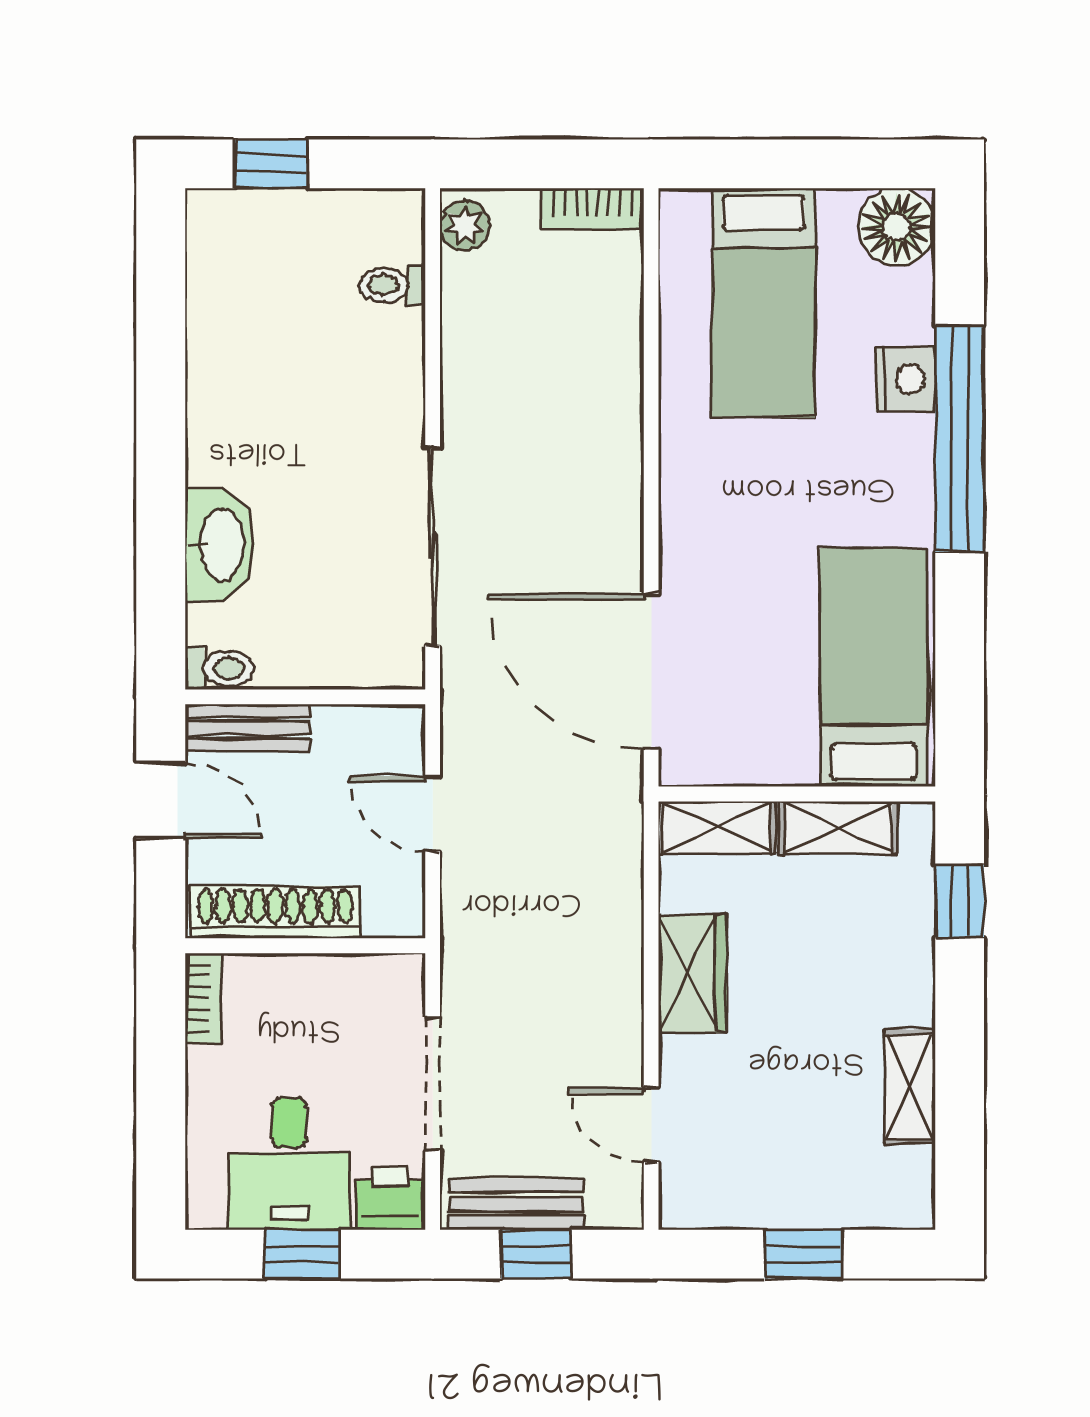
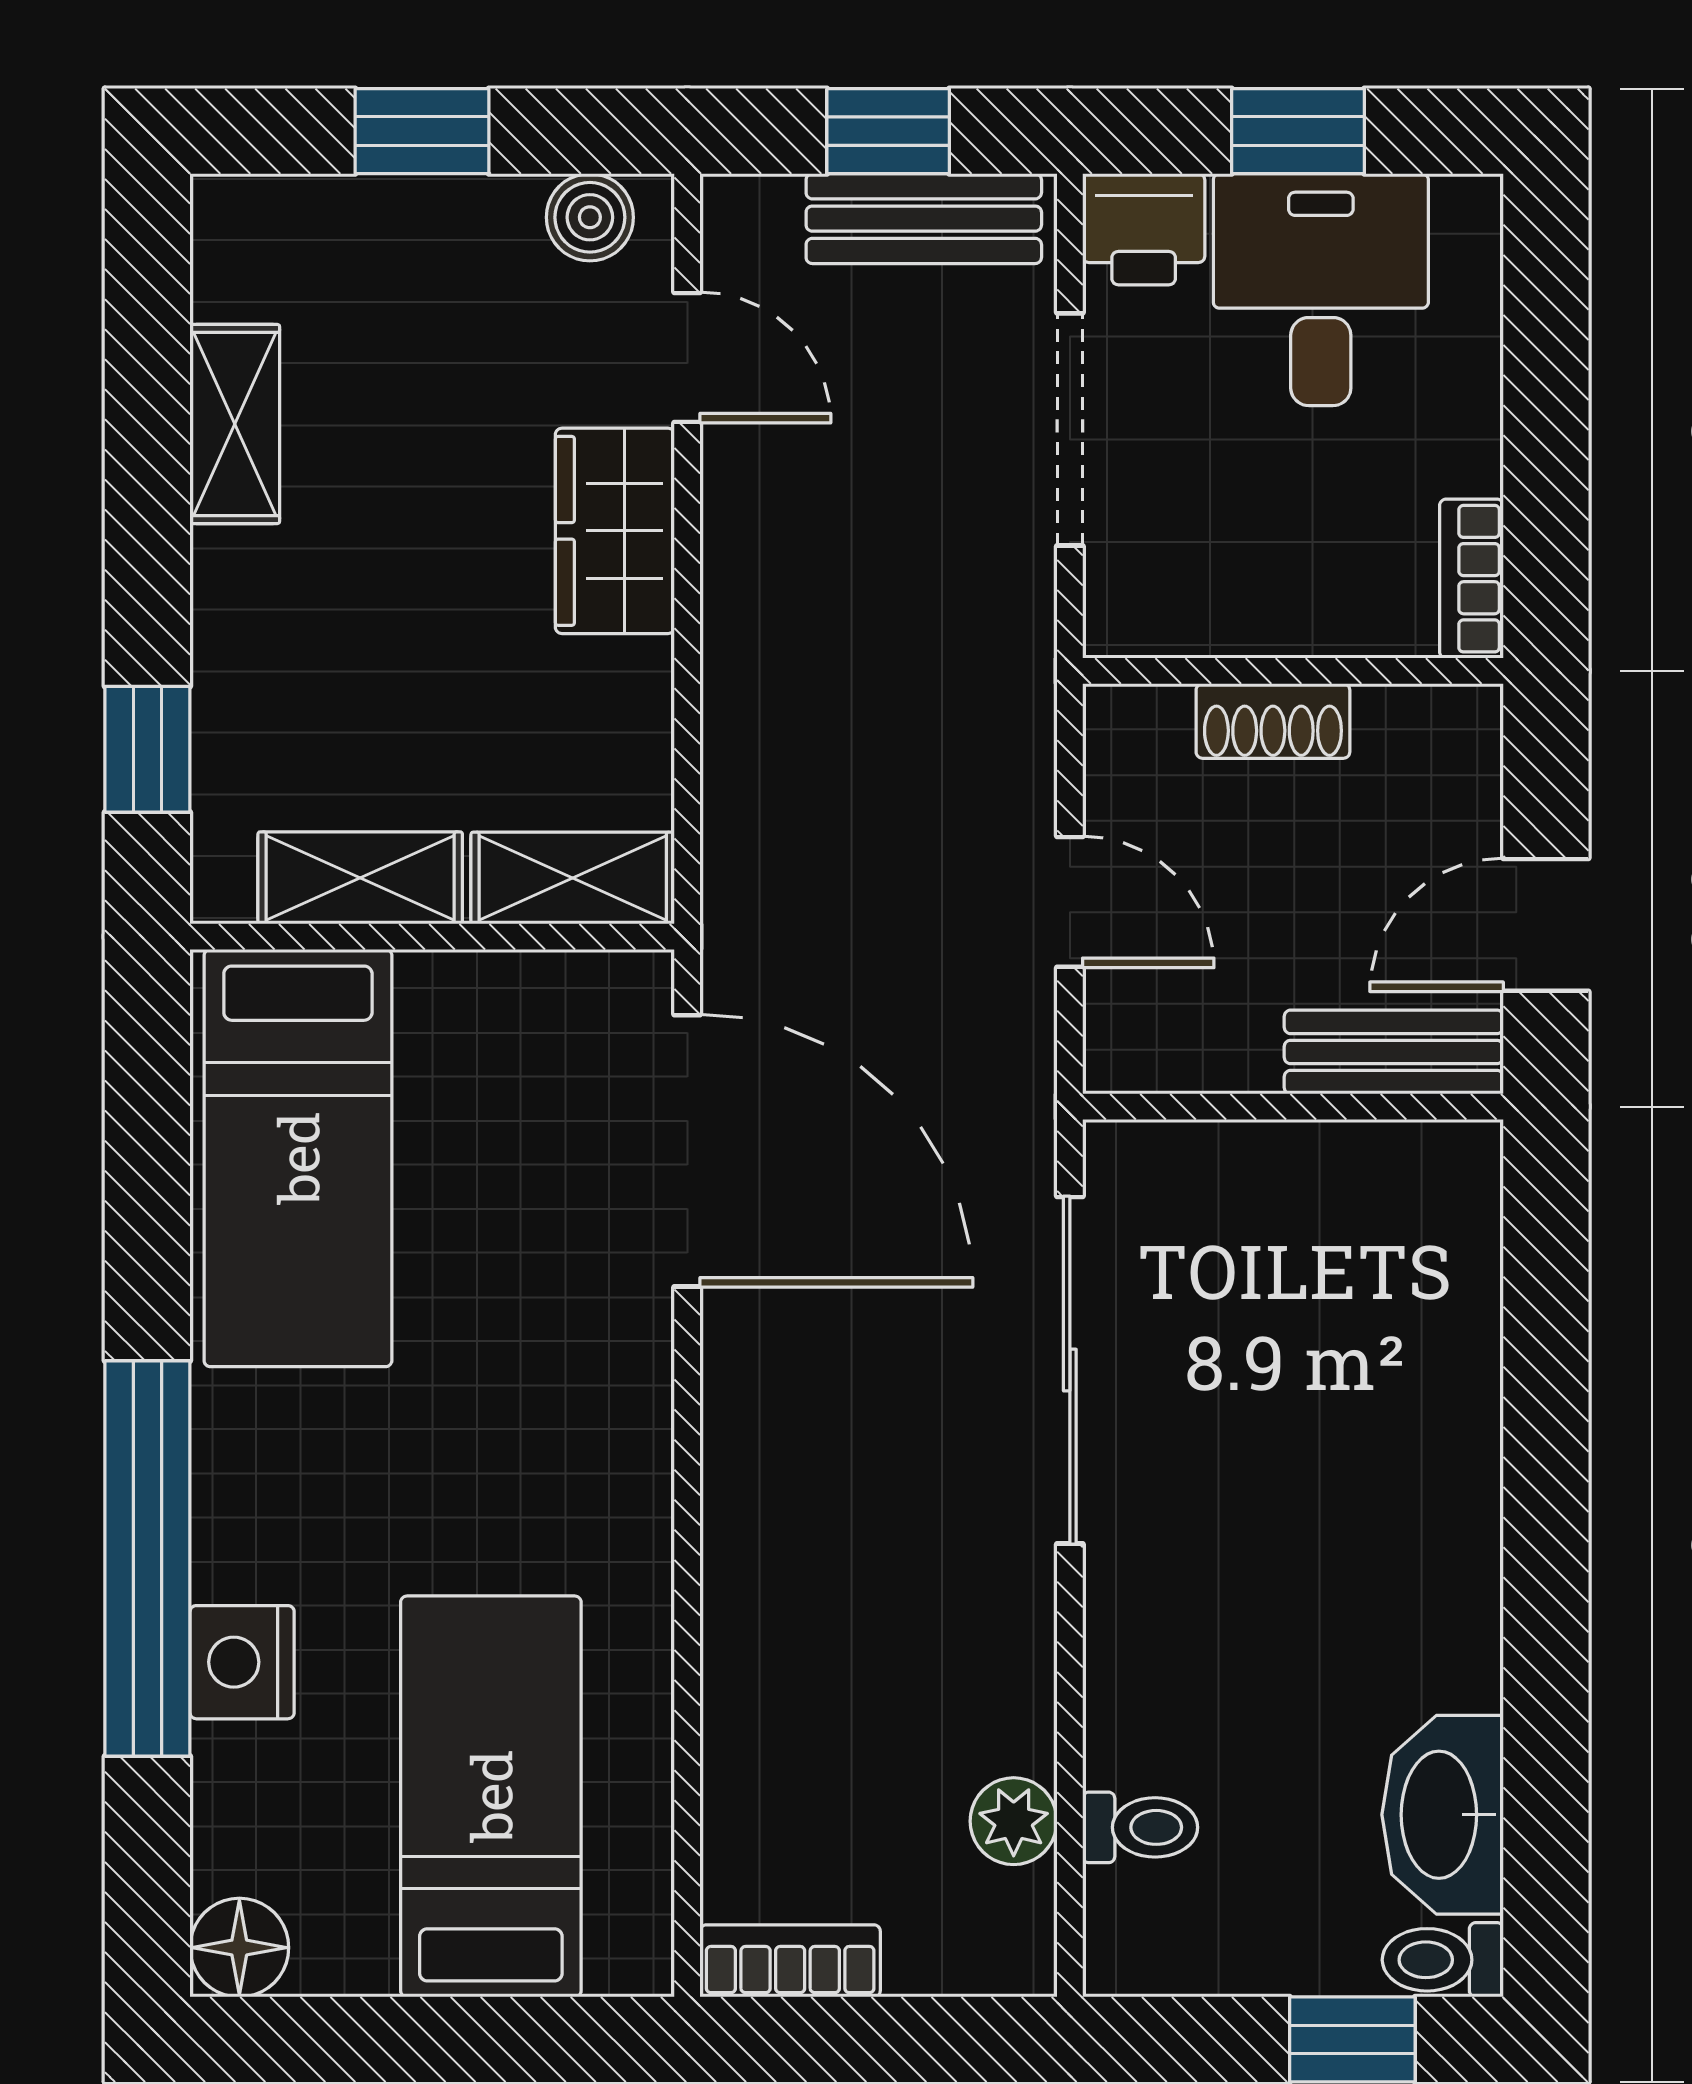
plant: (465, 226) -> (1014, 1821), moved
floor lamp: (897, 227) -> (239, 1948), width x0.73, depth x0.73
washbasin: (220, 544) -> (1443, 1815), moved
toilet: (220, 668) -> (1443, 1960), moved
door: (161, 801) -> (1546, 925), hinge flipped
shoe rack: (275, 912) -> (1273, 721), width x0.51, depth x0.81
wardrobe: (693, 973) -> (615, 531), moved
boiler: (707, 1205) -> (590, 217), added

